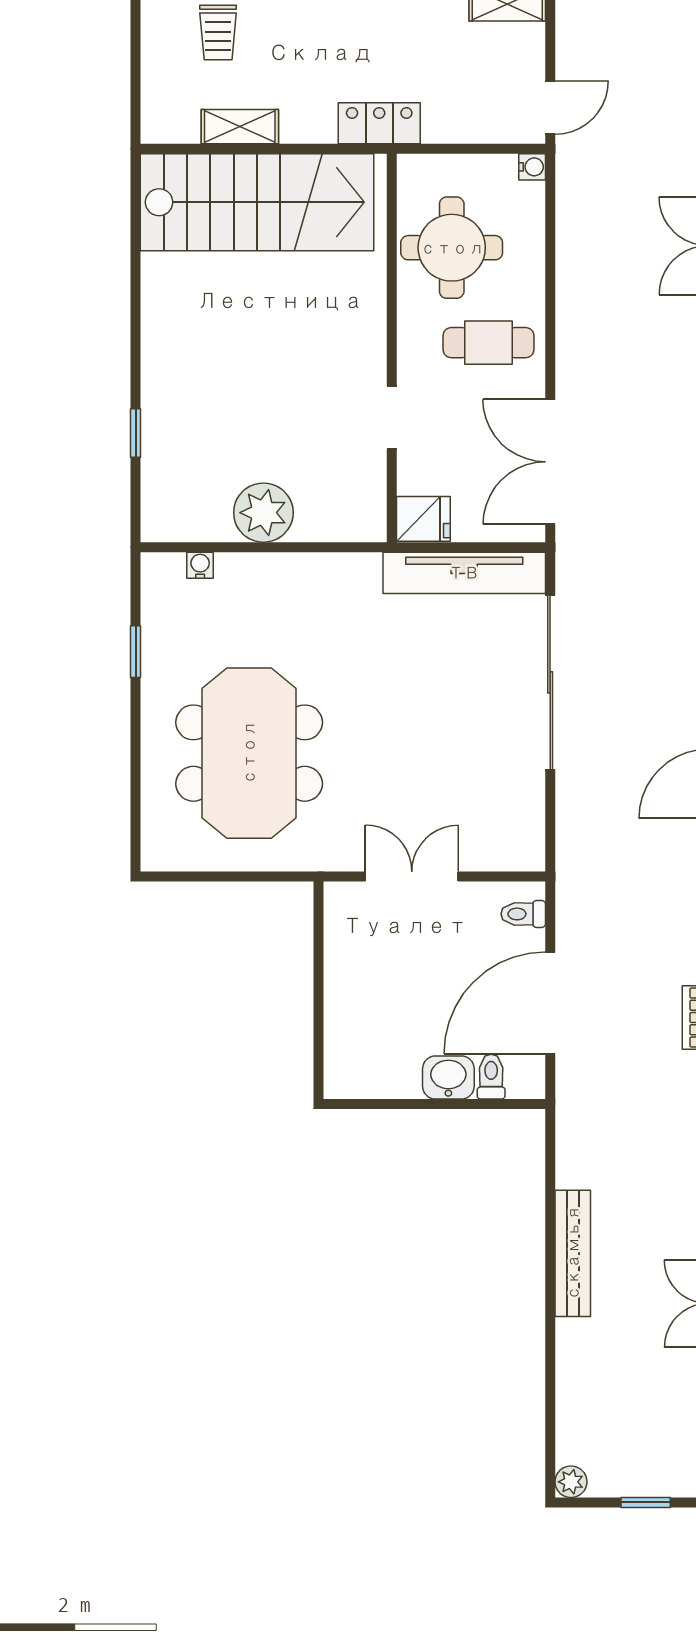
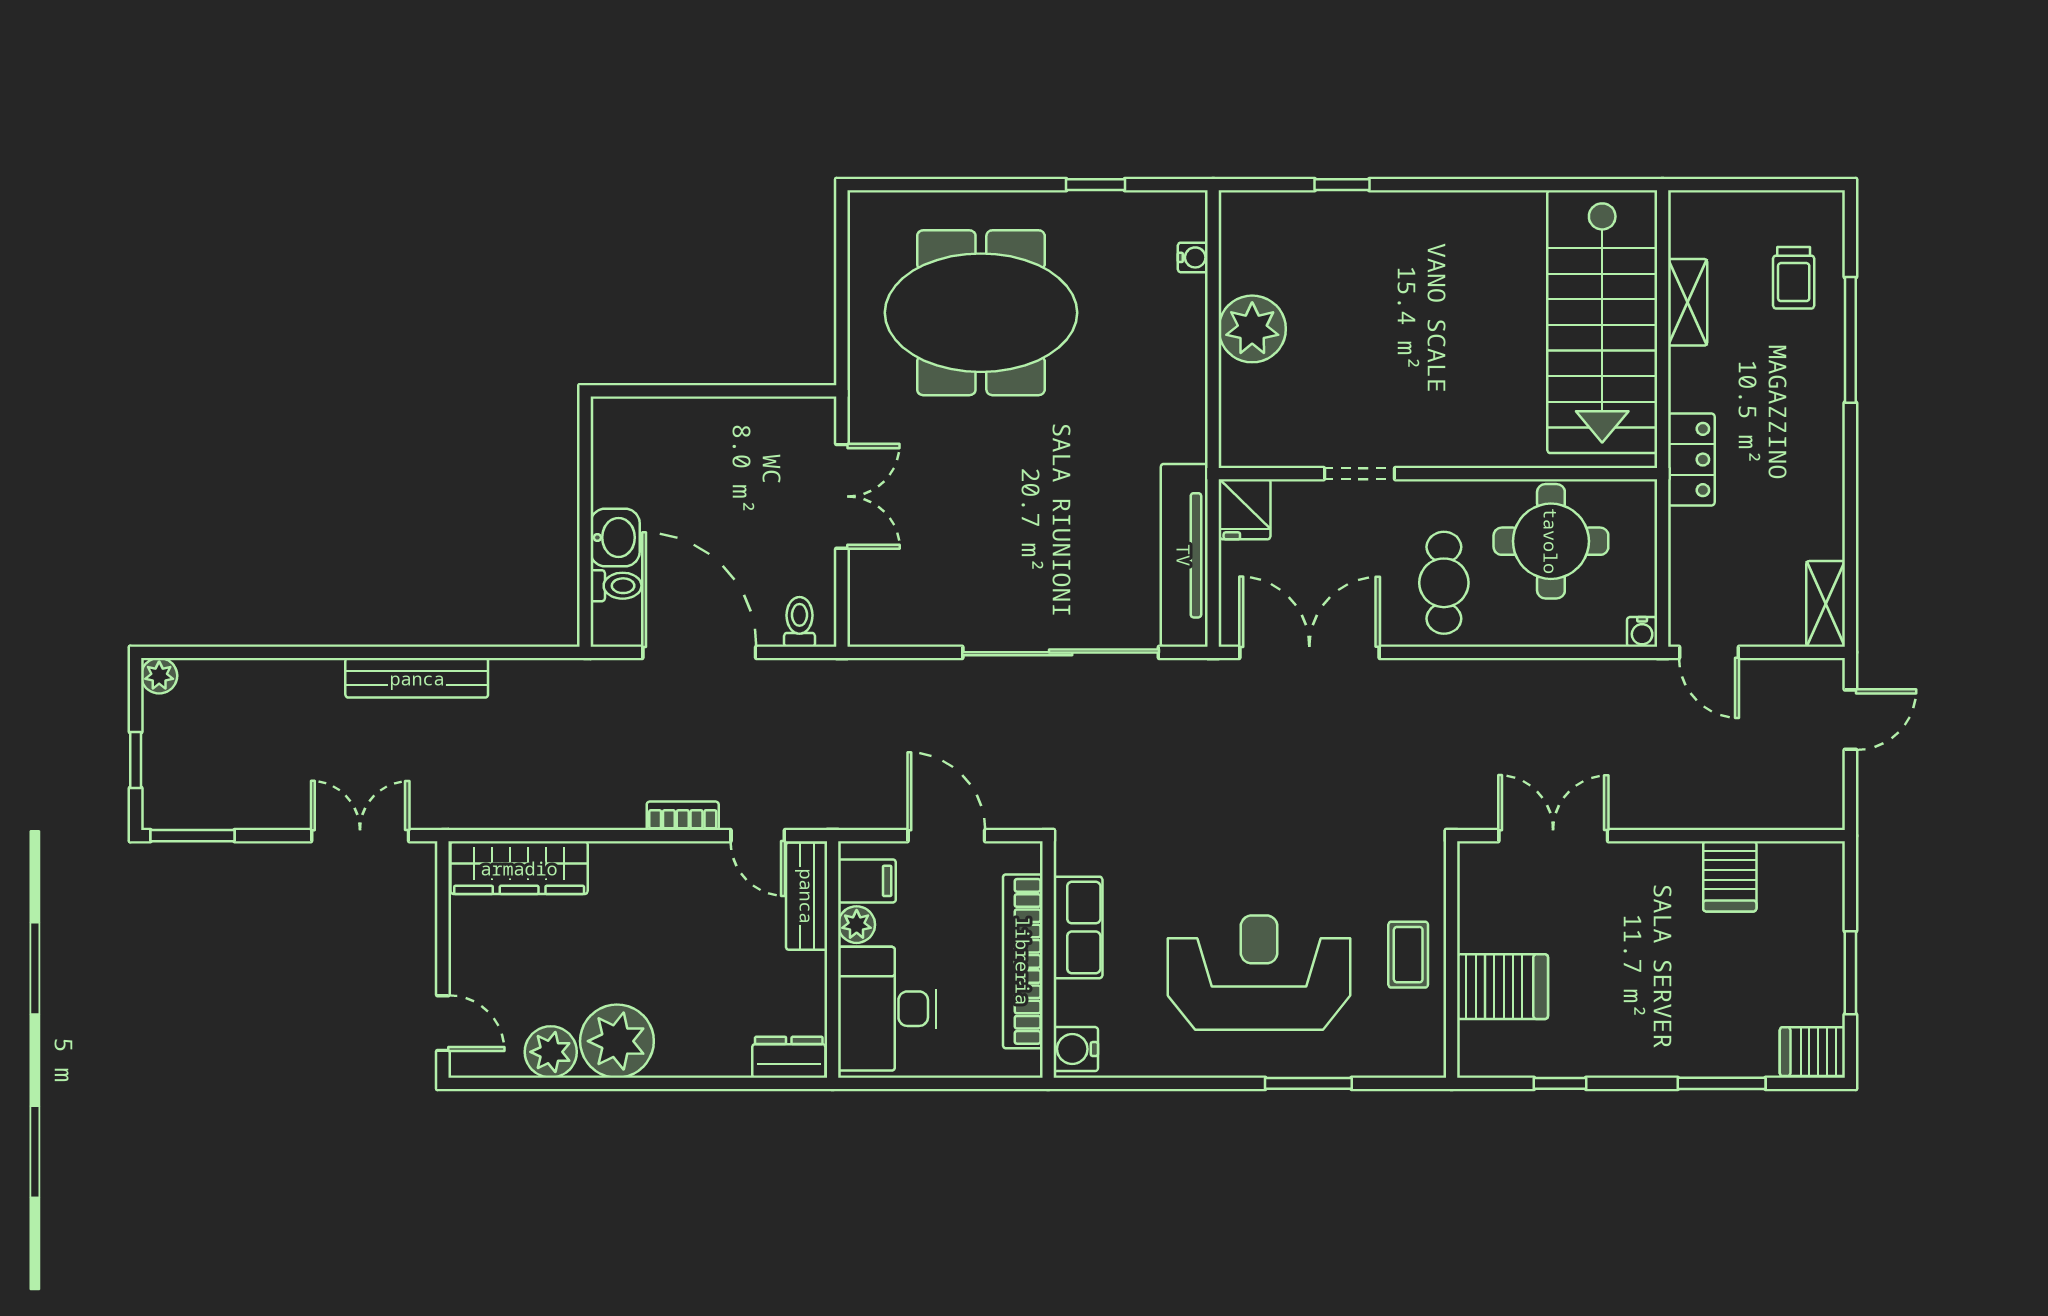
trolley: (218, 33) -> (1794, 278), turned -90

